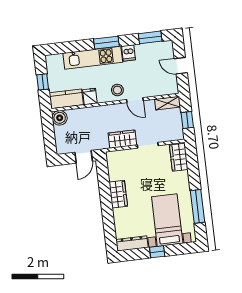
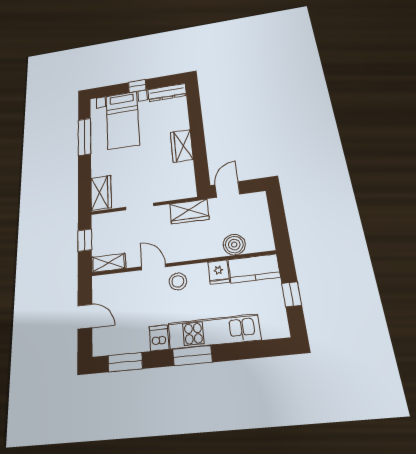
boiler: (60, 118) -> (234, 245), moved
wardrobe: (122, 139) -> (189, 211), moved

